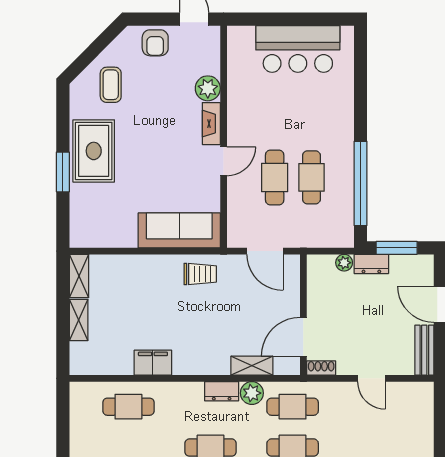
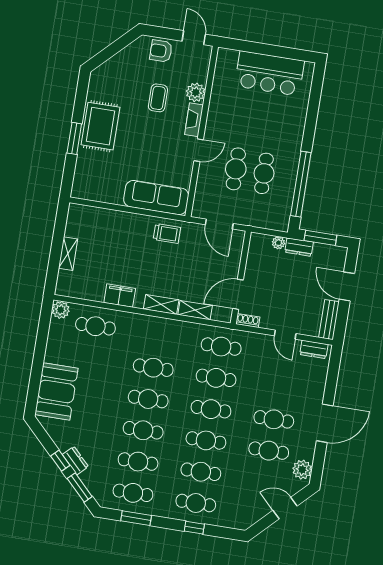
armchair: (155, 43) -> (161, 51), turned 90
coffee table: (111, 85) -> (158, 98), moved
shelving: (79, 276) -> (161, 304), moved, turned 90
dresser: (222, 391) -> (314, 349), moved
plant: (252, 393) -> (61, 310), moved

